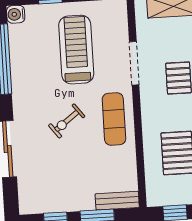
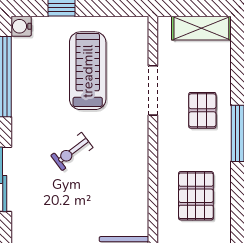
exercise mat: (114, 119) -> (126, 153), removed

